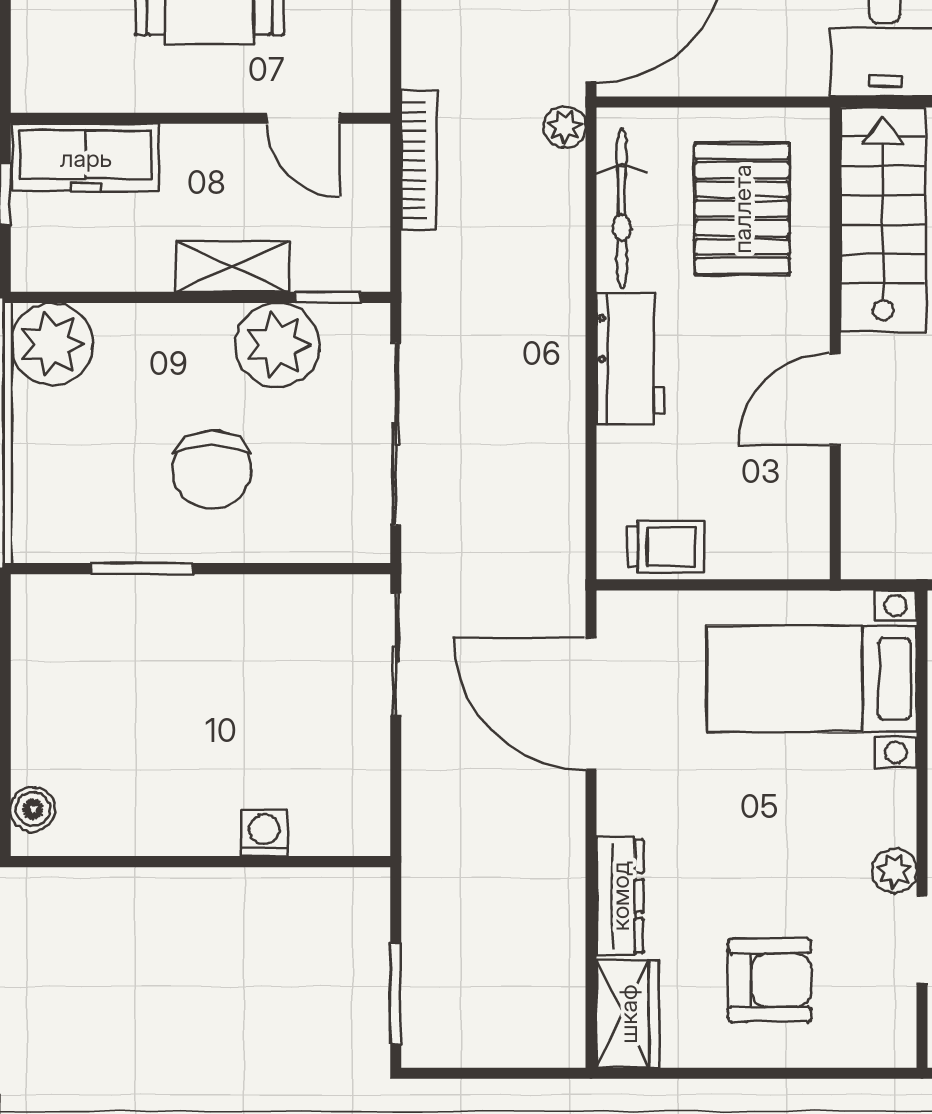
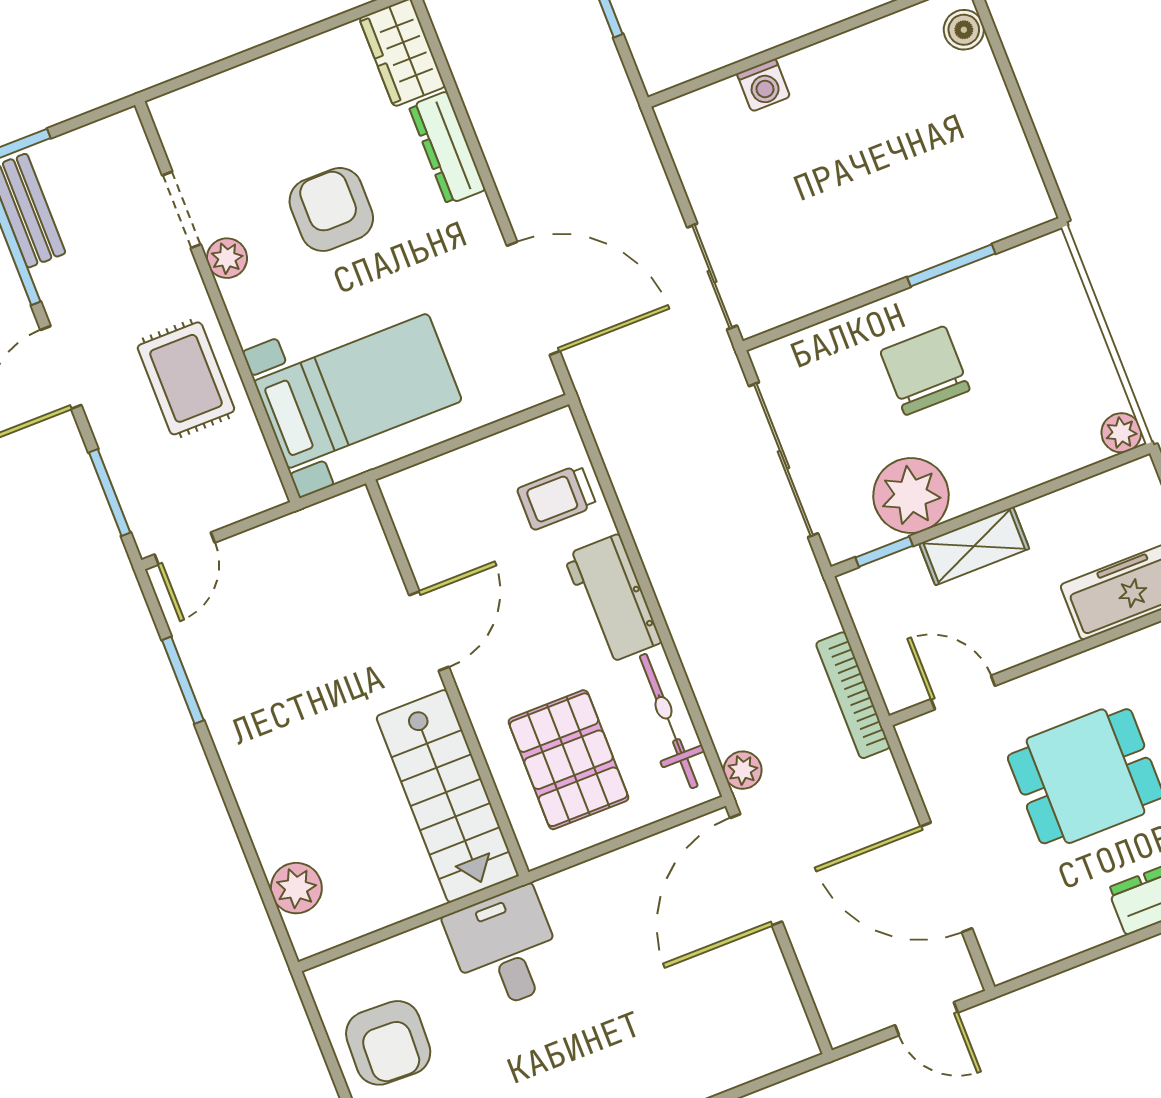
plant: (52, 344) -> (1121, 433), width x0.53, depth x0.53
trolley: (666, 547) -> (557, 497), moved
armchair: (770, 980) -> (331, 209), moved, turned 90

